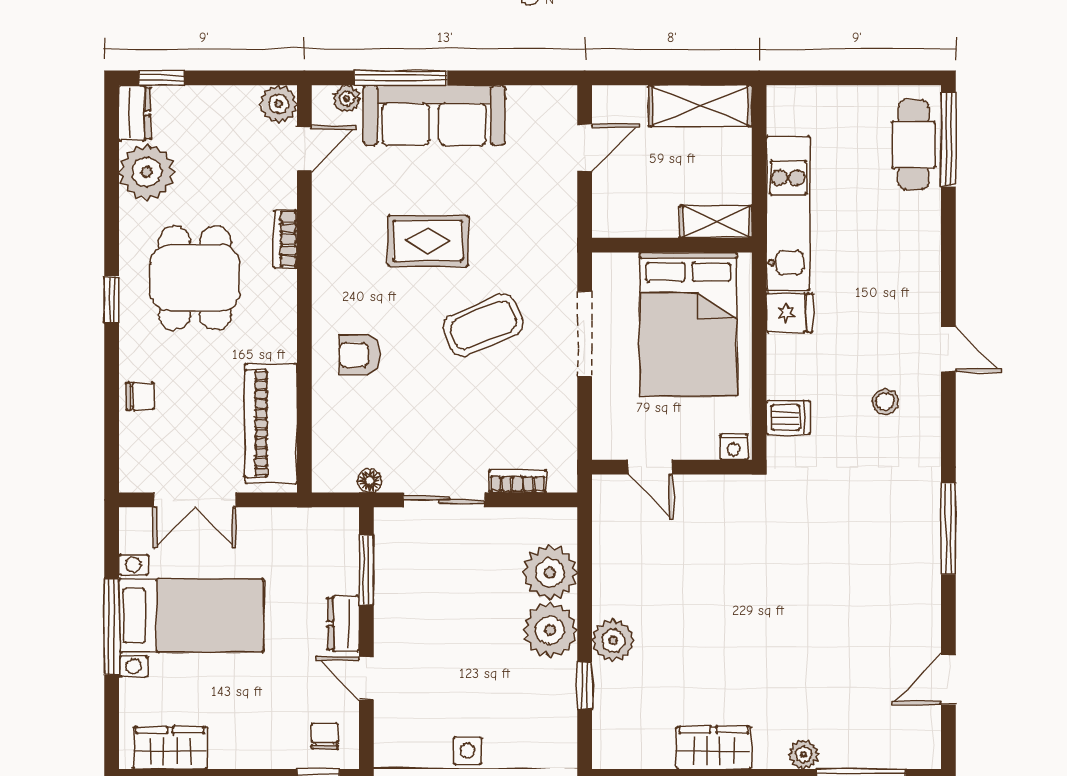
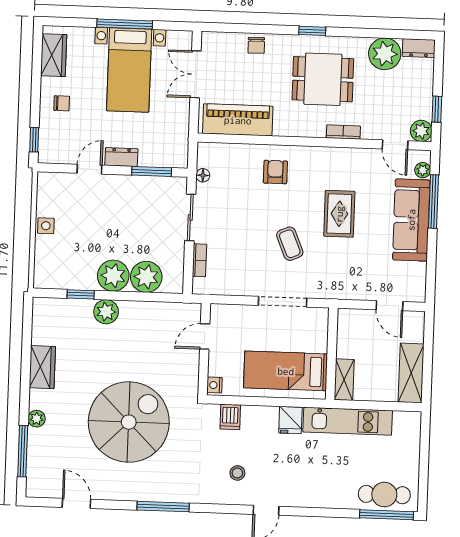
window: (162, 78) -> (437, 109), moved
bed: (688, 324) -> (286, 371), width x0.67
coffee table: (483, 325) -> (290, 244), width x0.73, depth x0.77
spiral stairs: (804, 594) -> (129, 422), added
chair: (325, 736) -> (62, 103), moved

